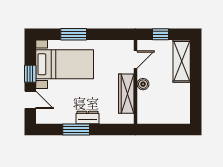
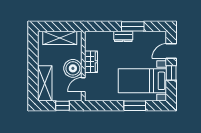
boiler: (143, 84) -> (73, 68), width x1.86, depth x1.86
wardrobe: (126, 94) -> (91, 62), width x0.67
door: (30, 100) -> (171, 51), hinge flipped
shelving: (164, 116) -> (60, 38), added

